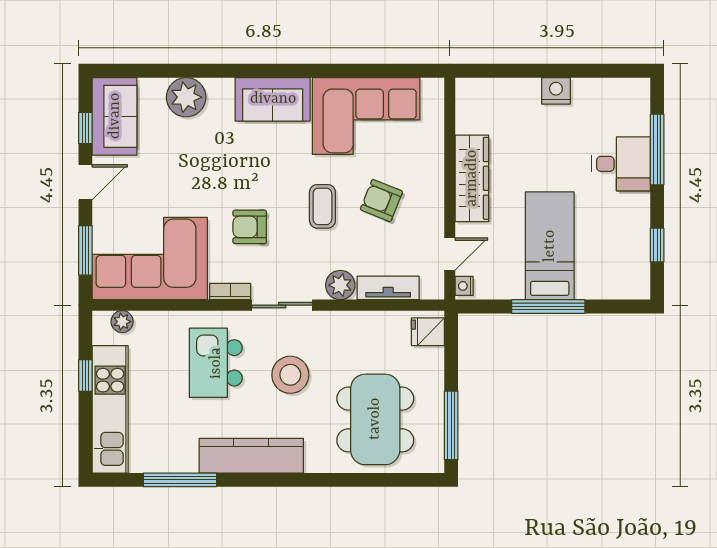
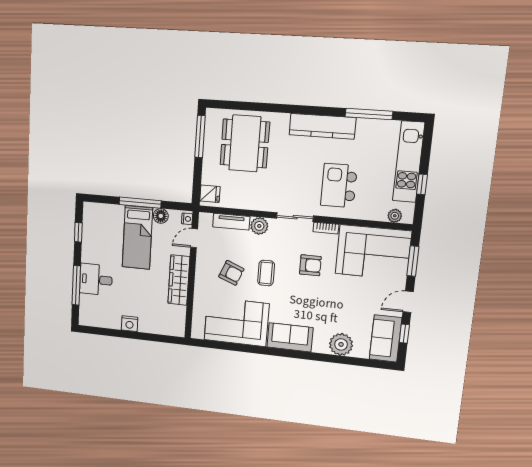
floor lamp: (510, 287) -> (161, 216), added
kitchen island: (216, 363) -> (339, 186), turned 180
stool: (290, 375) -> (294, 175), removed

